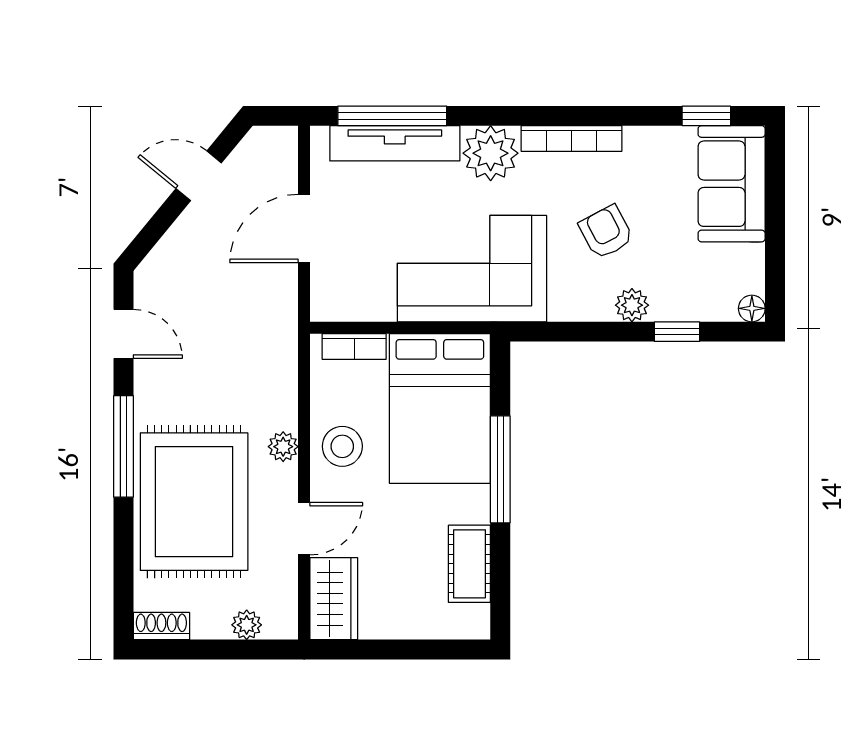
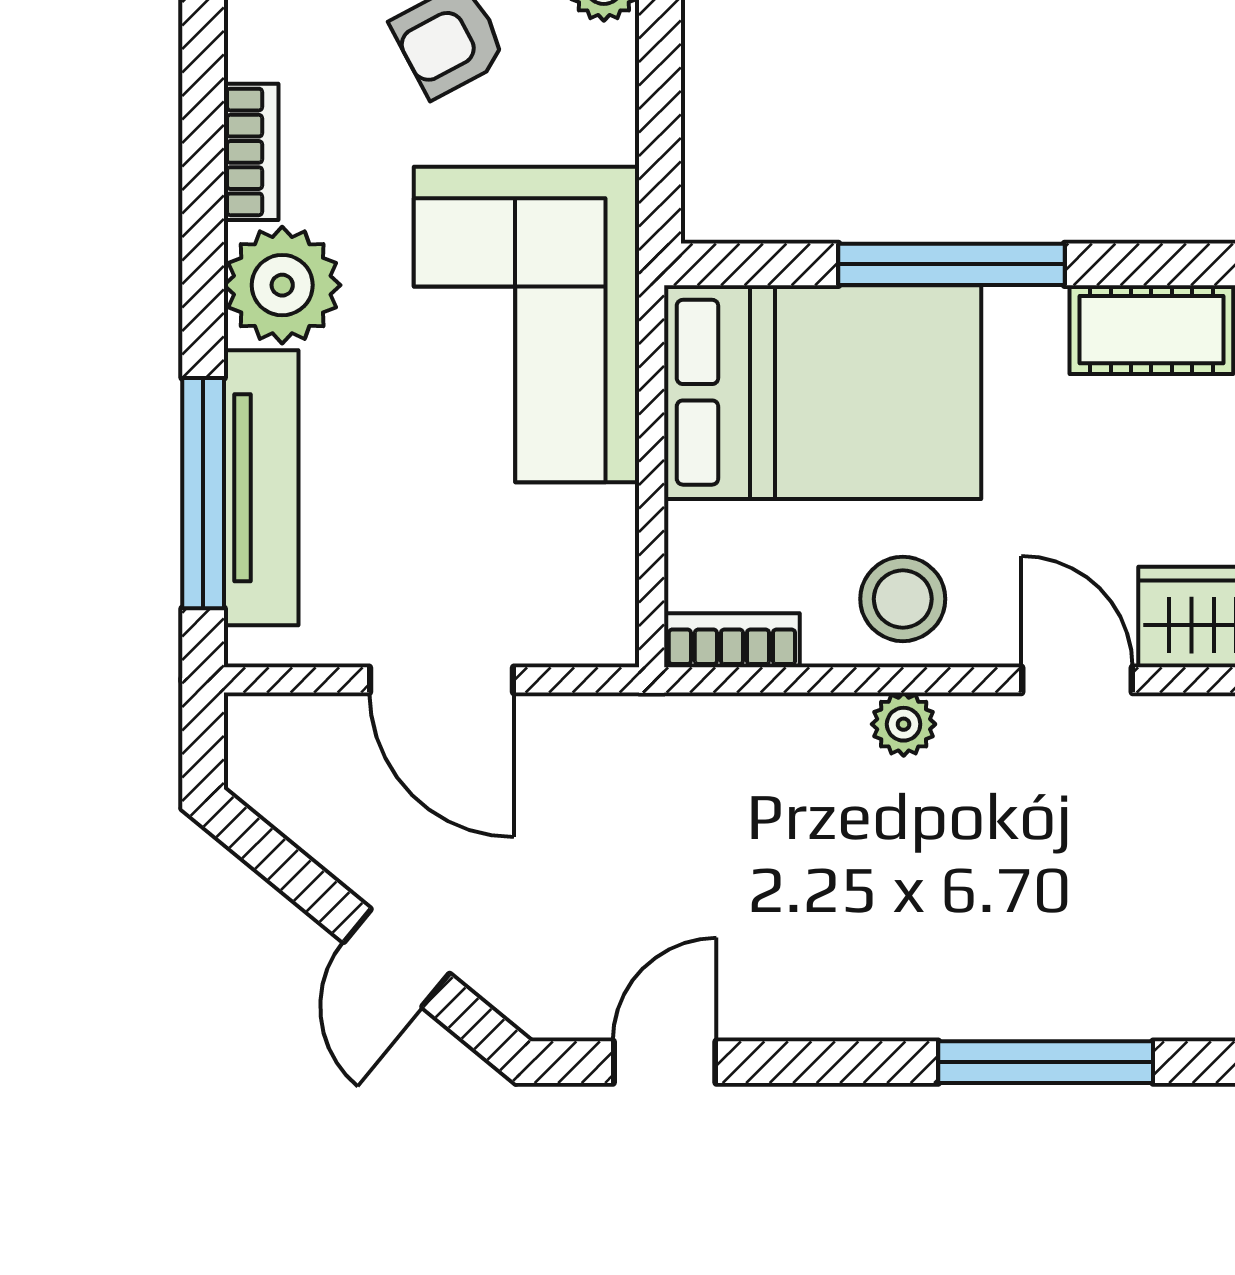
bookcase: (572, 139) -> (251, 152), width x0.64
door: (199, 176) -> (397, 958), moved
bookcase: (354, 346) -> (732, 640), moved, turned -90
window: (124, 446) -> (1046, 1062), moved
rug: (194, 502) -> (1020, 913), removed

